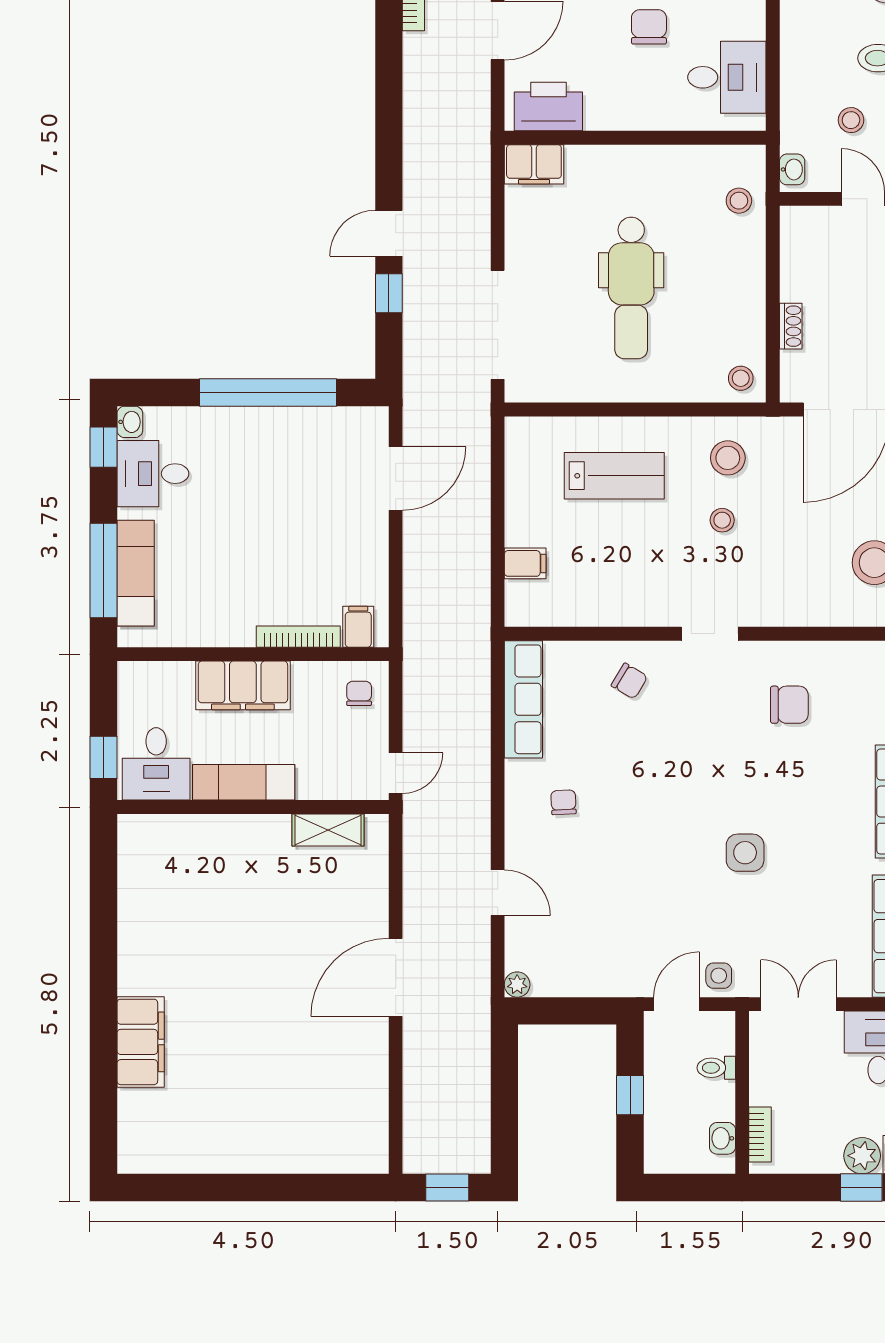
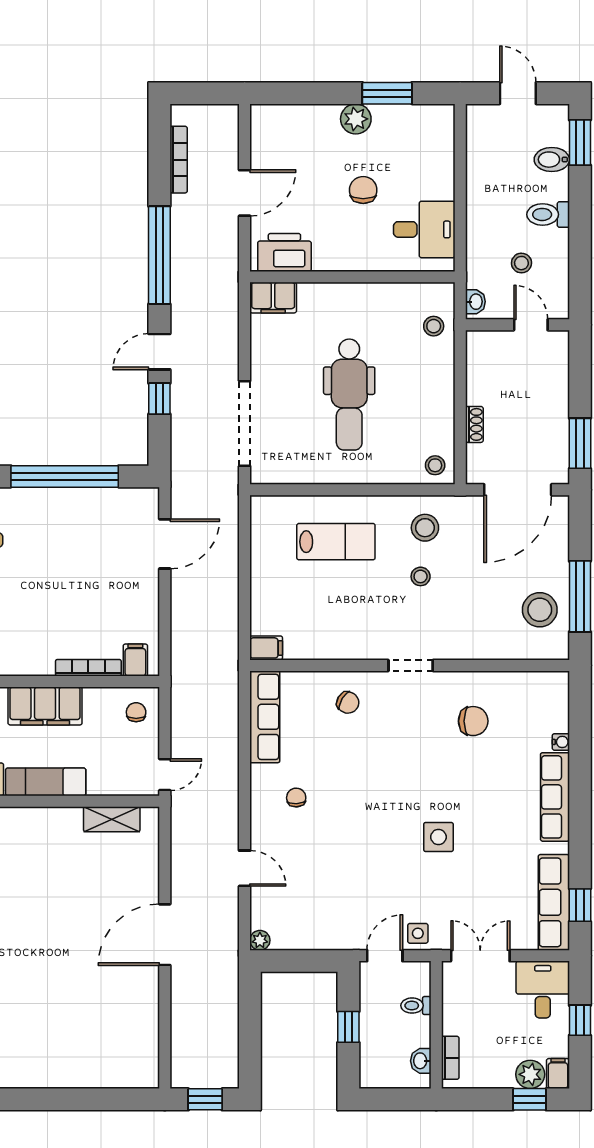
window: (389, 110) -> (159, 255), added
filing cabinet: (525, 563) -> (266, 648), moved

